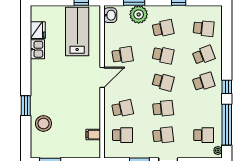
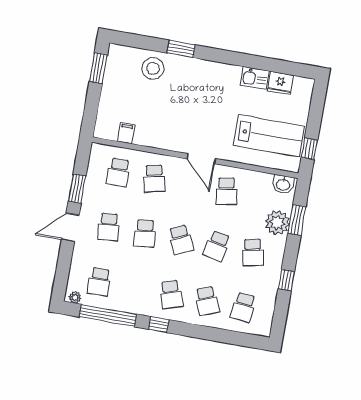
school desk: (163, 82) -> (181, 240), turned -39

